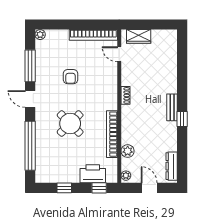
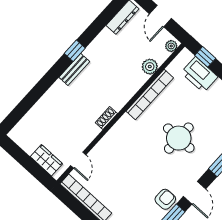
armchair: (71, 77) -> (165, 199), moved
round table: (70, 124) -> (179, 138), turned 45

